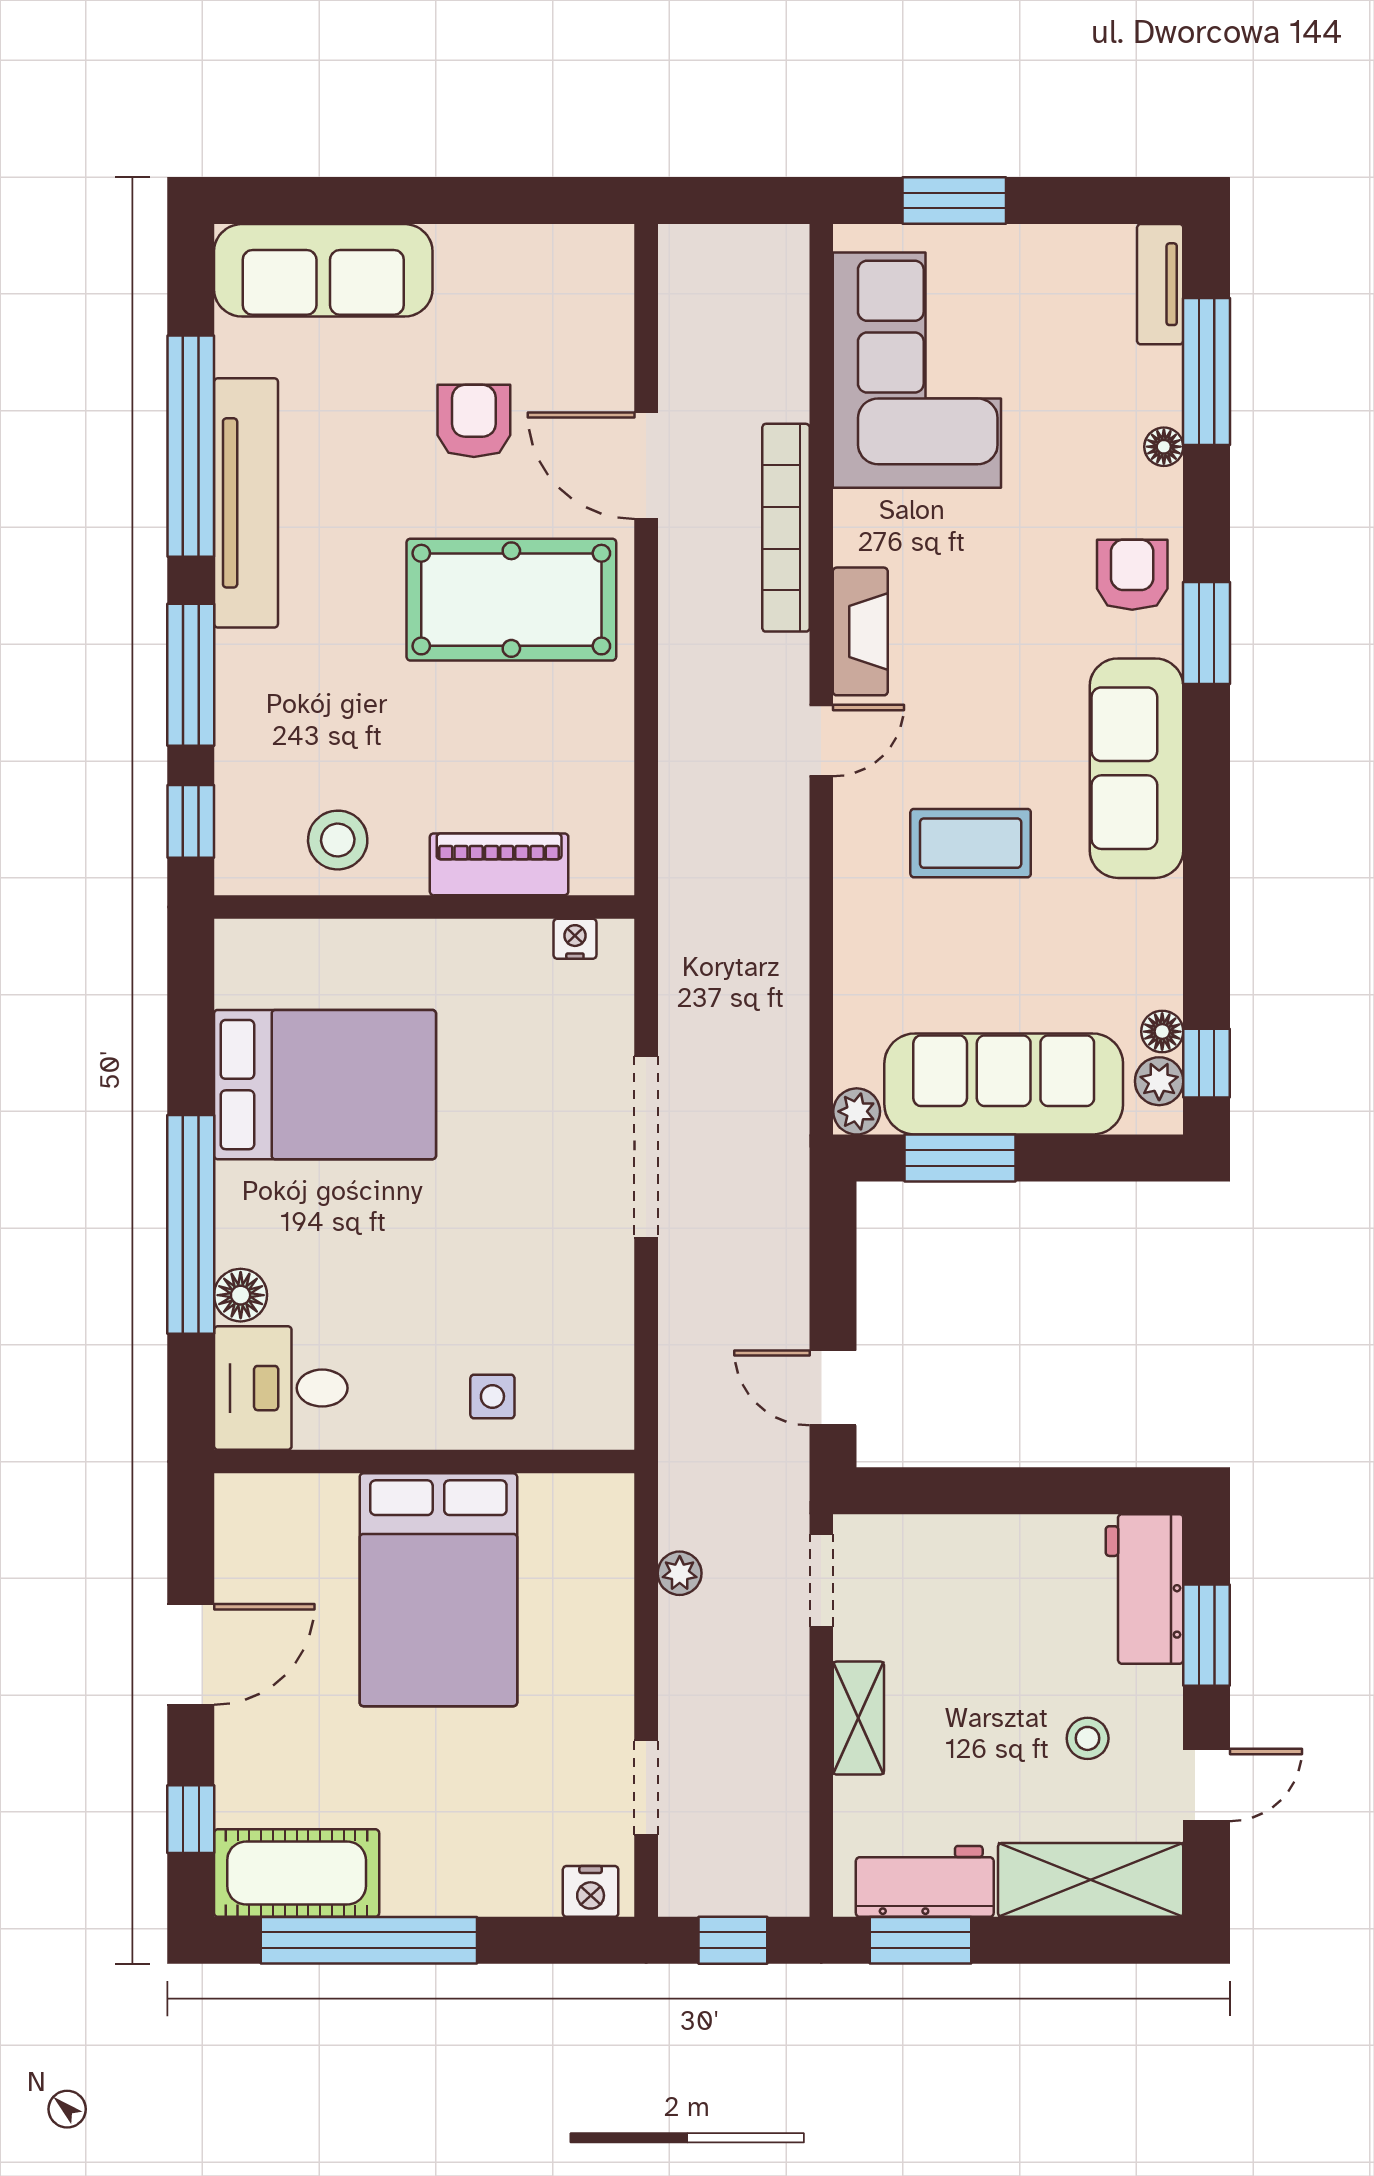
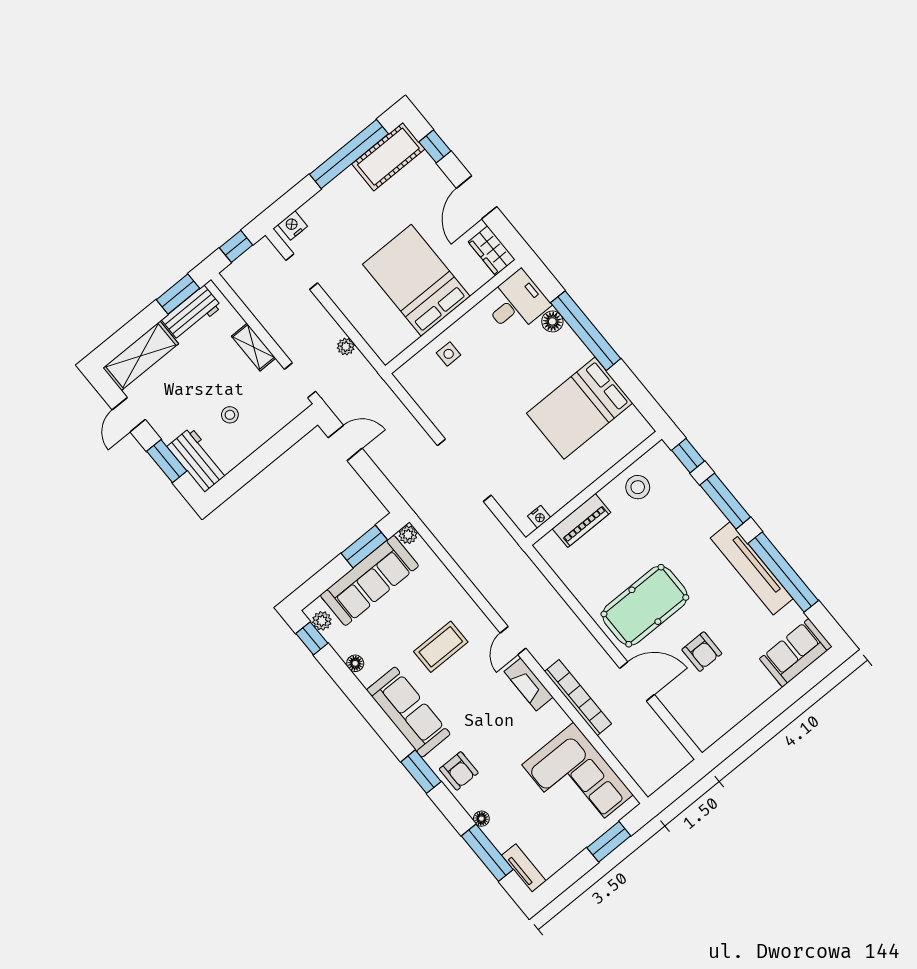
sofa: (323, 270) -> (796, 653), width x0.73
floor lamp: (1162, 1032) -> (355, 663), moved
wardrobe: (246, 1528) -> (492, 251), added
stool: (1088, 1738) -> (230, 415), moved

